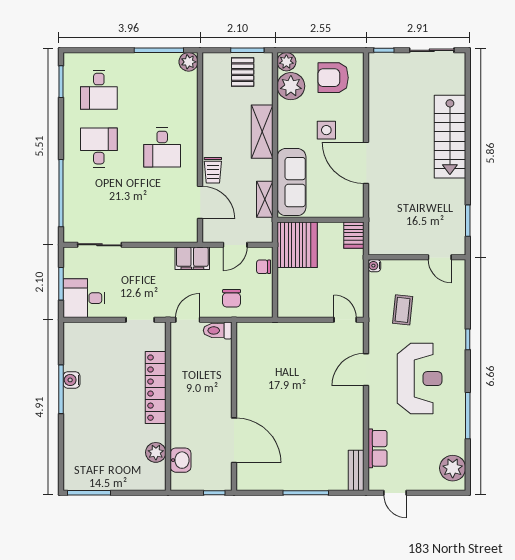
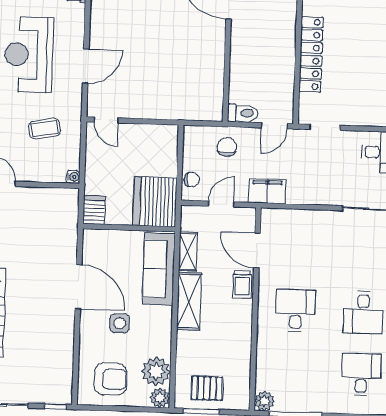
pallet: (243, 72) -> (207, 388), turned 90
shelving: (262, 132) -> (189, 301), moved
trolley: (213, 170) -> (242, 284), turned 180
coffee table: (403, 310) -> (45, 129), turned 74

